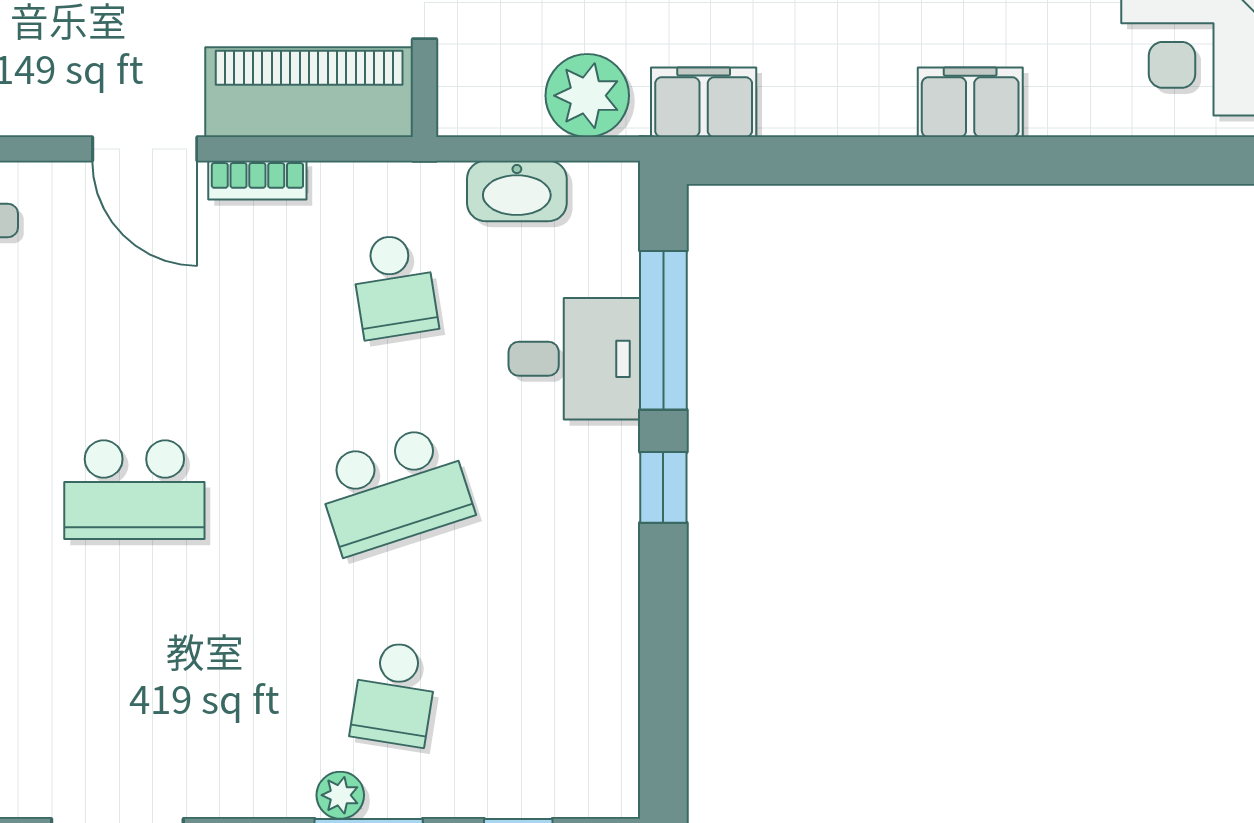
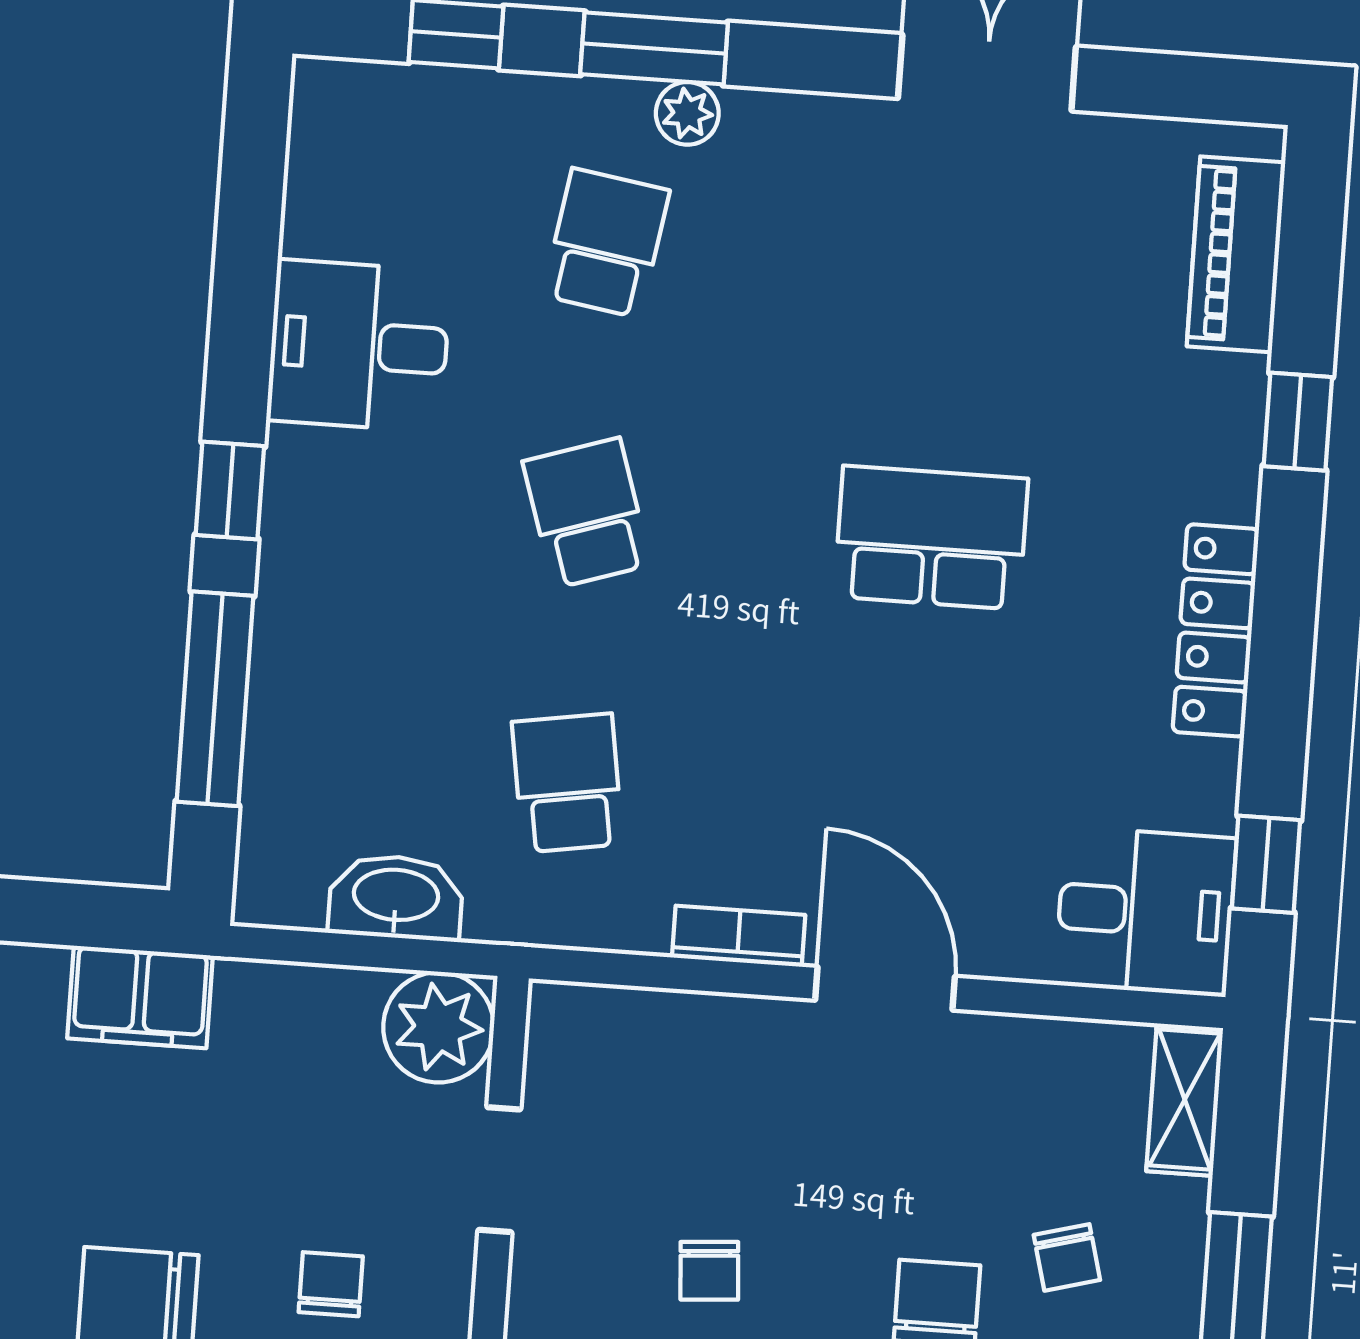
piano: (309, 92) -> (662, 1048), removed
plant: (587, 96) -> (439, 1027), moved
desk: (574, 359) -> (359, 346), moved
school desk: (394, 490) -> (587, 513), width x0.54

